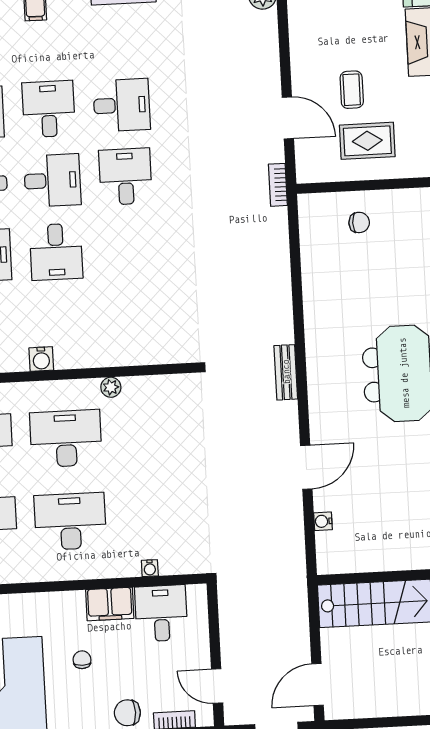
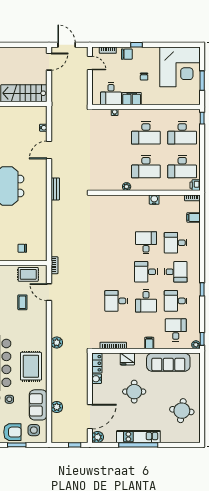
rug: (367, 141) -> (28, 274), moved
desk: (125, 177) -> (116, 272), removed

